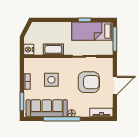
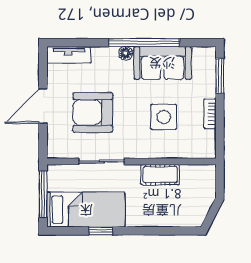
nightstand: (29, 50) -> (207, 174), removed
sofa: (47, 108) -> (162, 63), width x0.73

